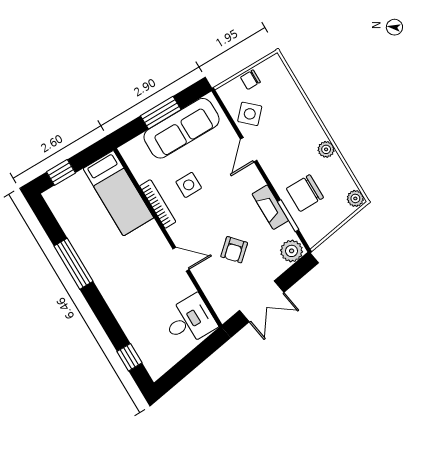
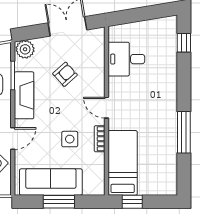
window: (61, 172) -> (132, 202), moved
bookcase: (158, 204) -> (100, 139), width x0.64
fireplace: (270, 207) -> (24, 95), width x1.37, depth x1.32
door: (181, 259) -> (106, 108), moved
desk: (189, 320) -> (126, 59), moved

